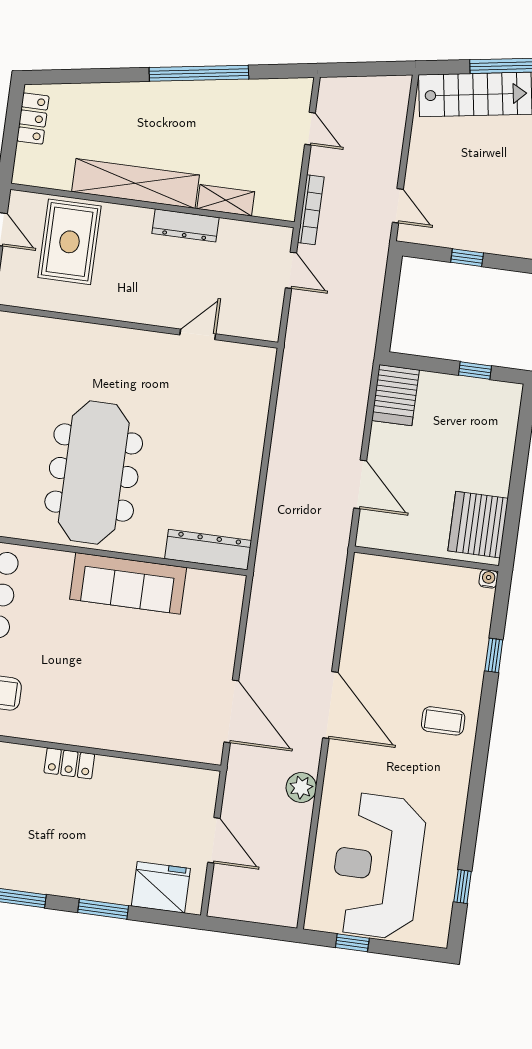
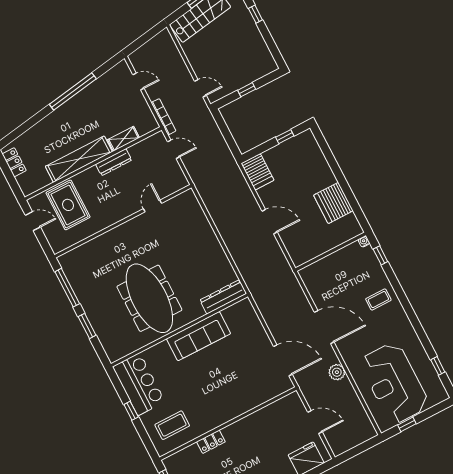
wall: (426, 559) -> (331, 252), moved
water cooler: (488, 579) -> (364, 241), moved
locker: (69, 763) -> (211, 442), moved

